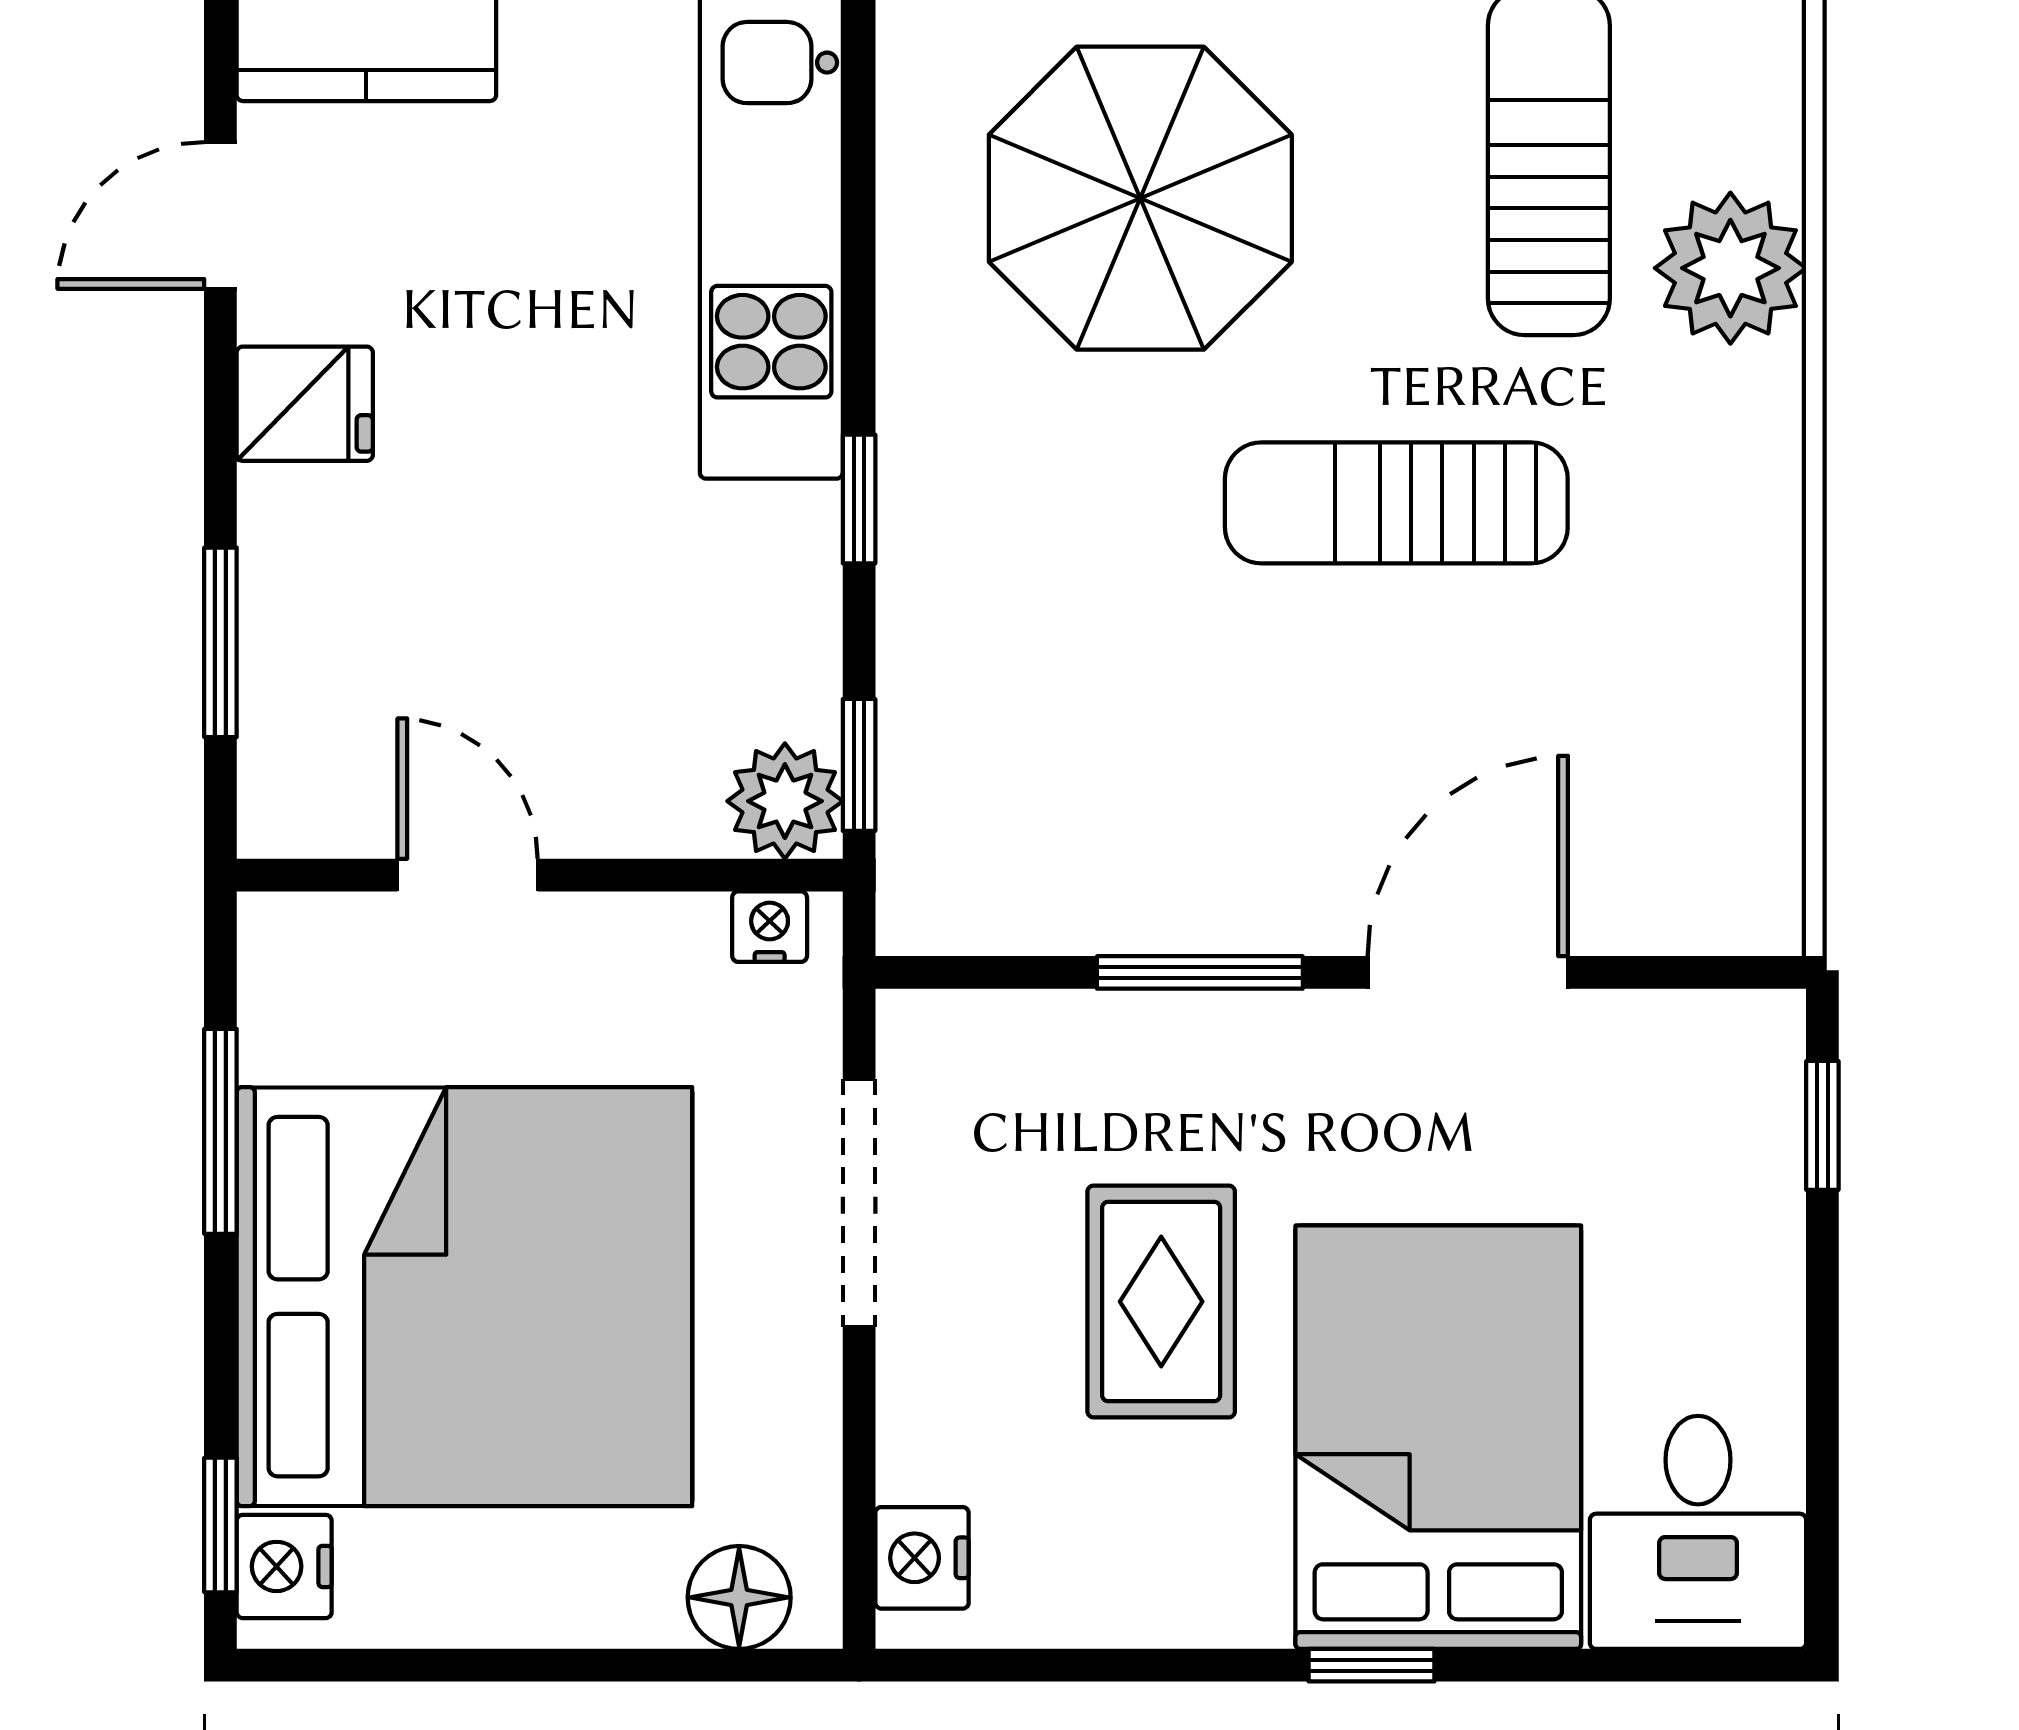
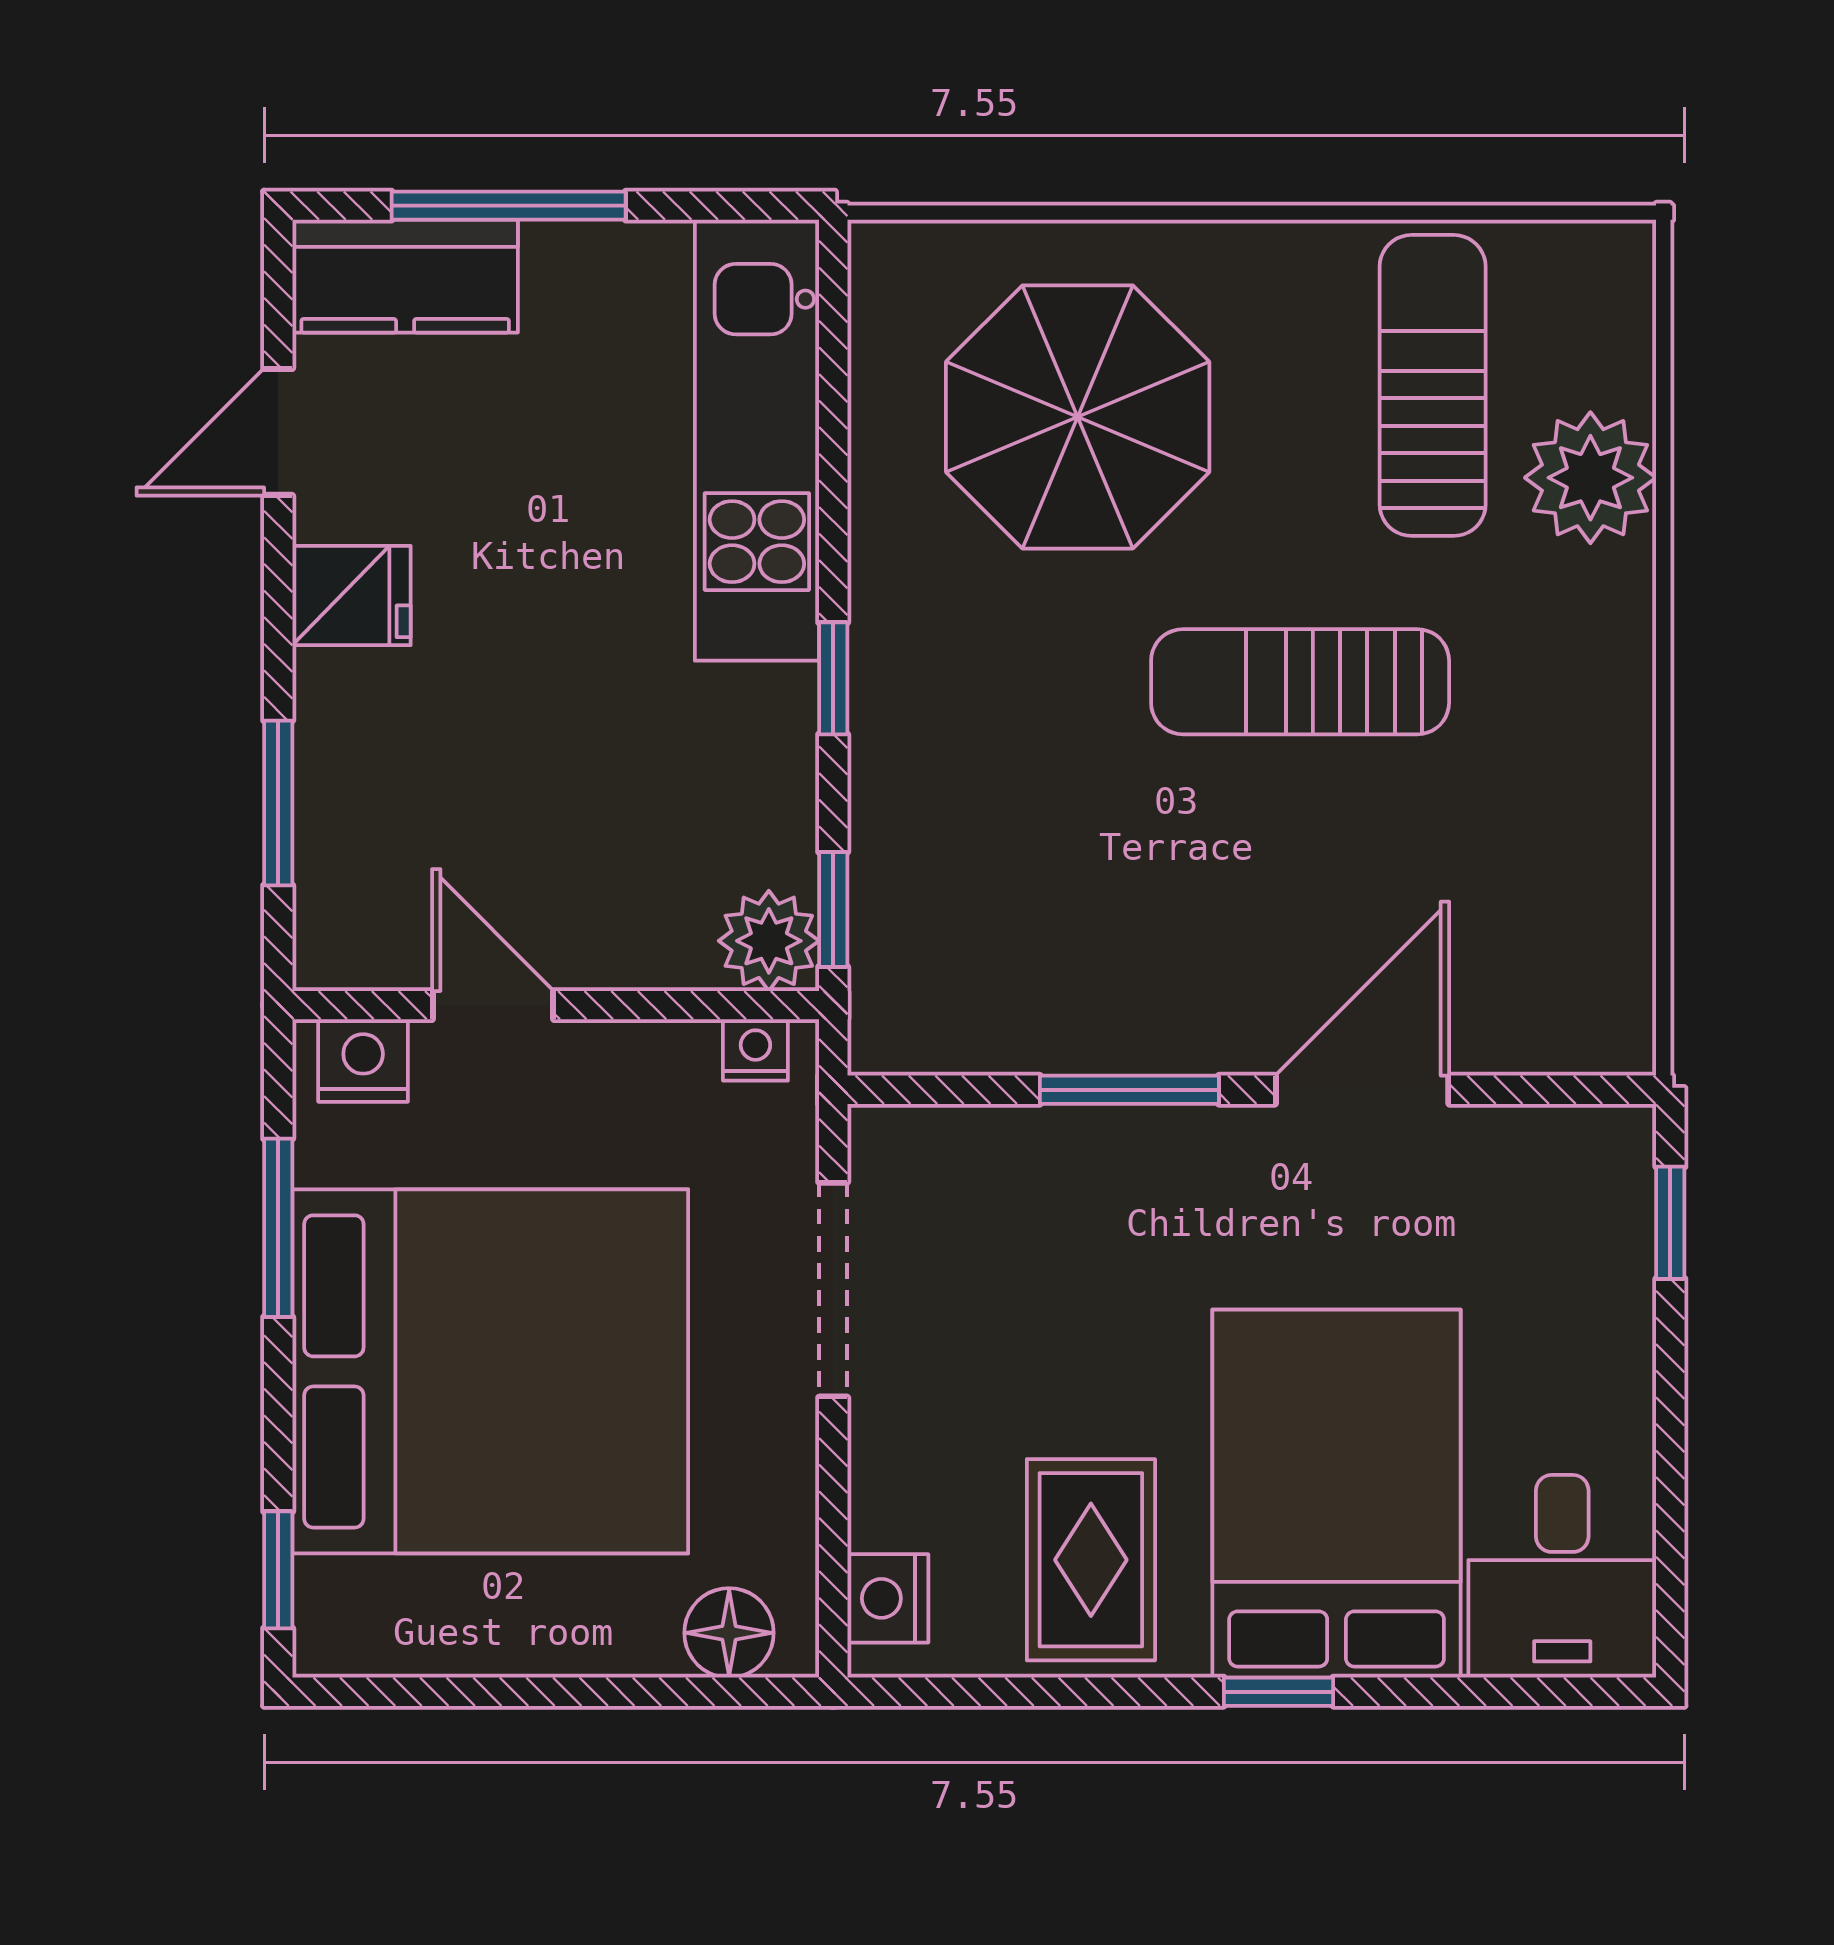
rug: (1161, 1302) -> (1091, 1560), moved
nightstand: (284, 1566) -> (363, 1061), moved, turned 90

